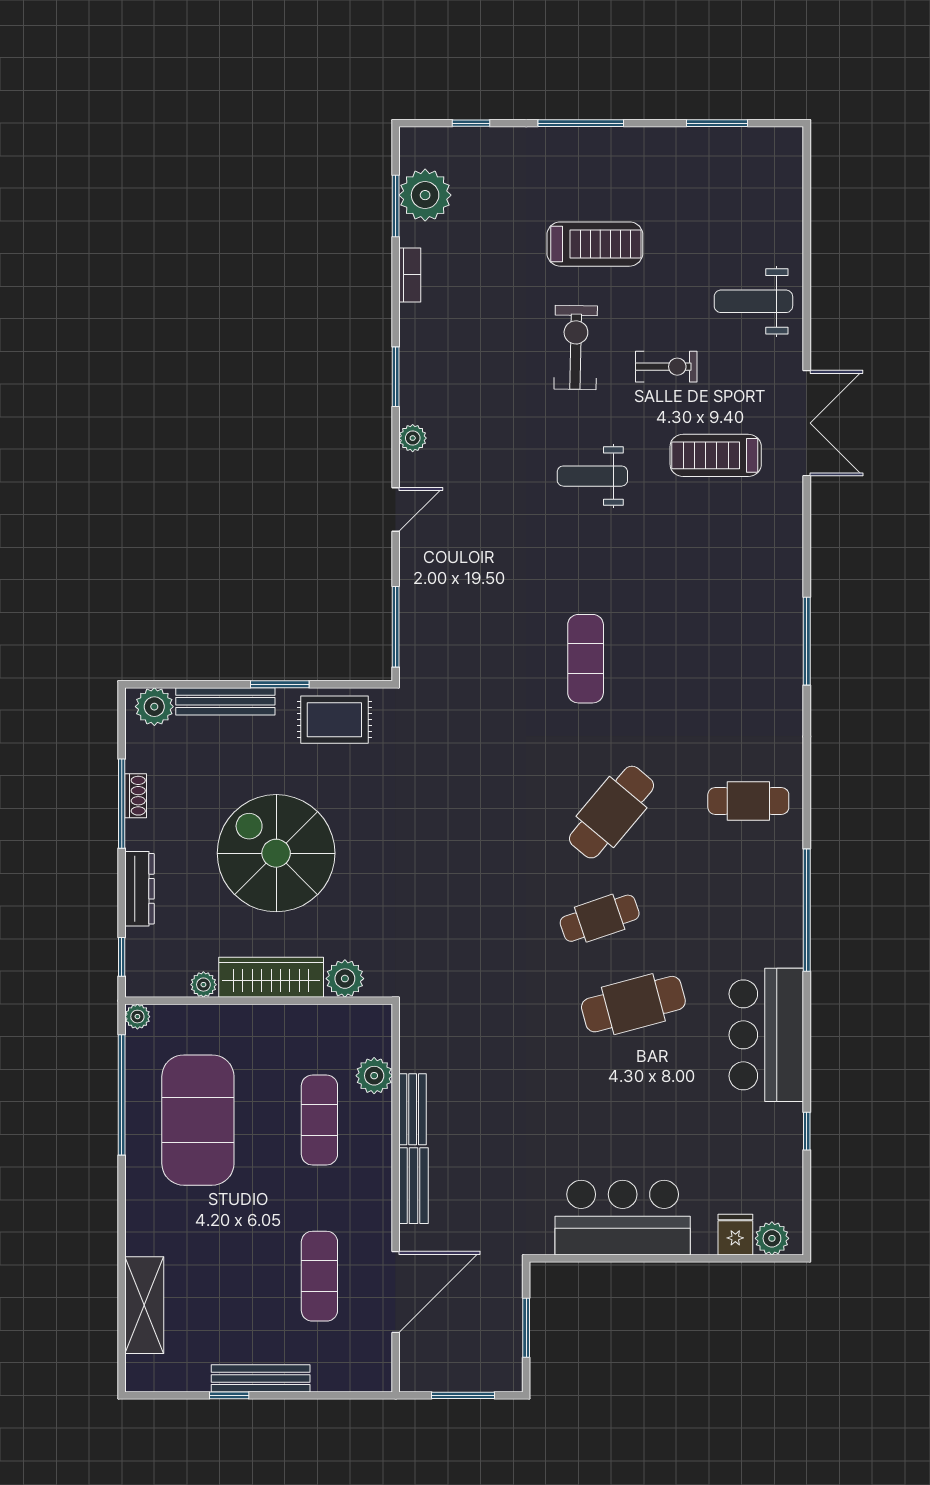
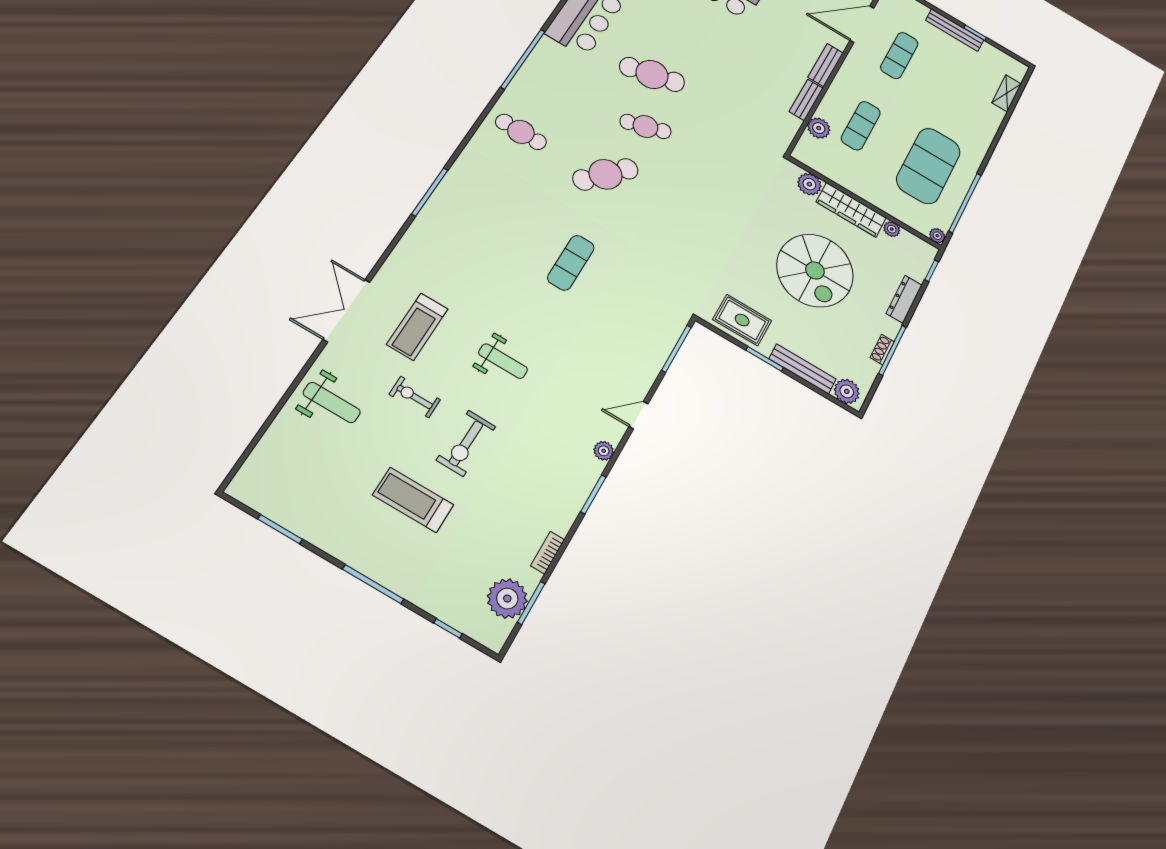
treadmill: (716, 455) -> (417, 327), turned 90
shelving: (144, 1305) -> (1007, 93), width x0.67, depth x0.75

